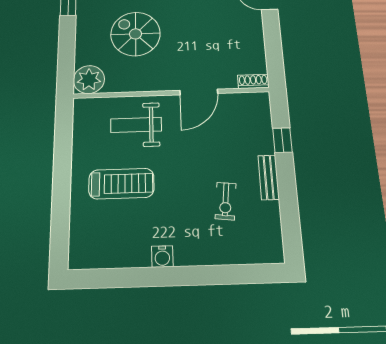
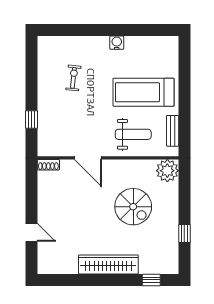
door: (199, 92) -> (88, 158), swing flipped
bench: (269, 177) -> (173, 131), moved
treadmill: (121, 184) -> (144, 92), width x1.37, depth x1.38

